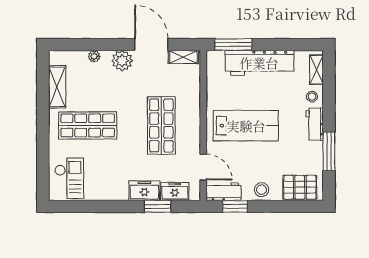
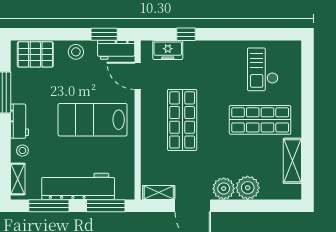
window: (287, 45) -> (49, 206), added
plant: (94, 56) -> (248, 188), width x1.88, depth x1.88
checkout: (69, 178) -> (263, 69), moved
freezer: (144, 191) -> (200, 51), removed
window: (158, 206) -> (186, 34), width x0.67

